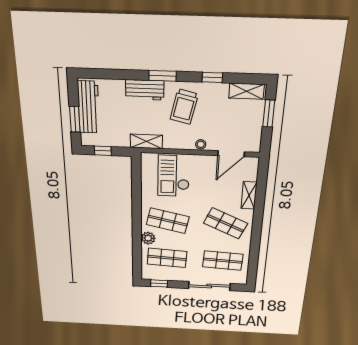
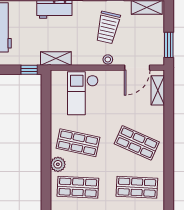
trolley: (184, 107) -> (108, 28), moved
window: (269, 114) -> (169, 45), moved
window: (103, 151) -> (29, 70), moved
shelving: (249, 195) -> (158, 90), moved

